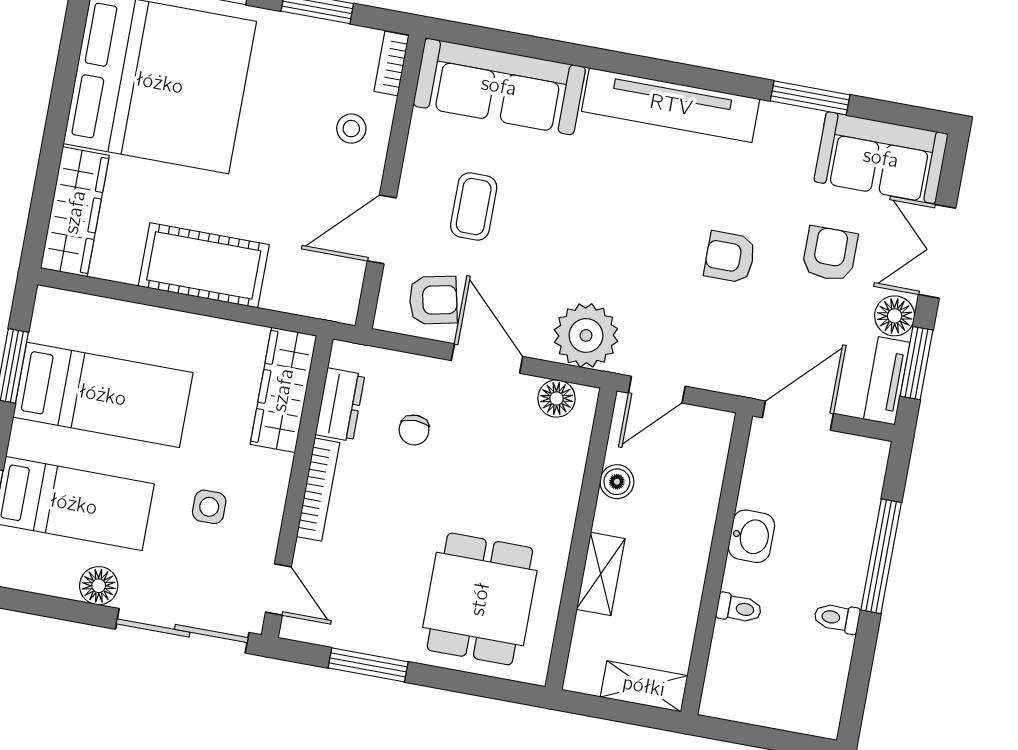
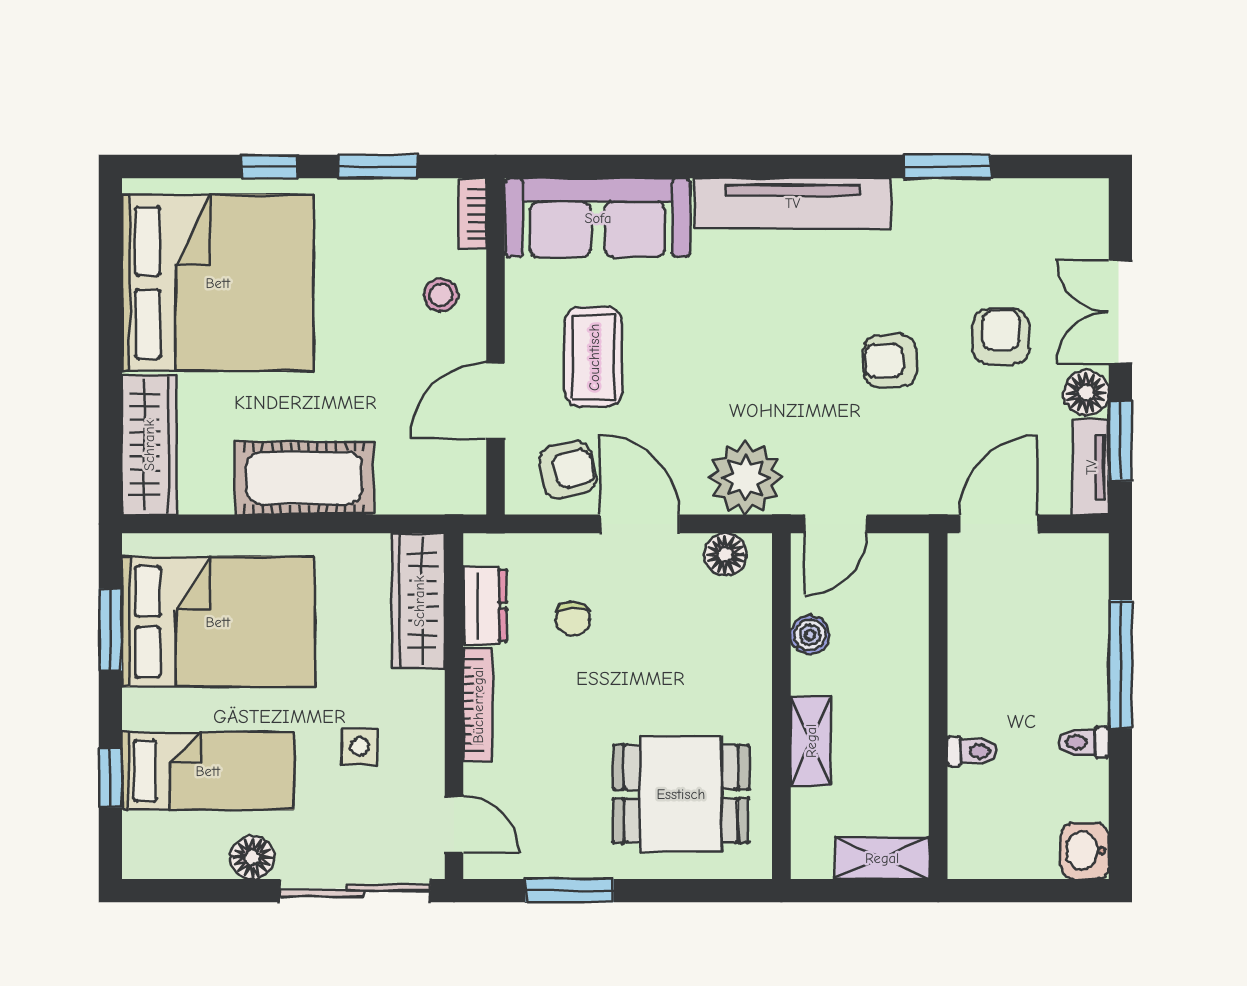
sofa: (881, 158) -> (1038, 219), removed
coffee table: (474, 207) -> (594, 357), width x1.36, depth x1.30
bed: (103, 395) -> (218, 622), width x1.50
washbasin: (751, 536) -> (1085, 851), moved, turned 180
dining table: (480, 599) -> (681, 794), turned 90

